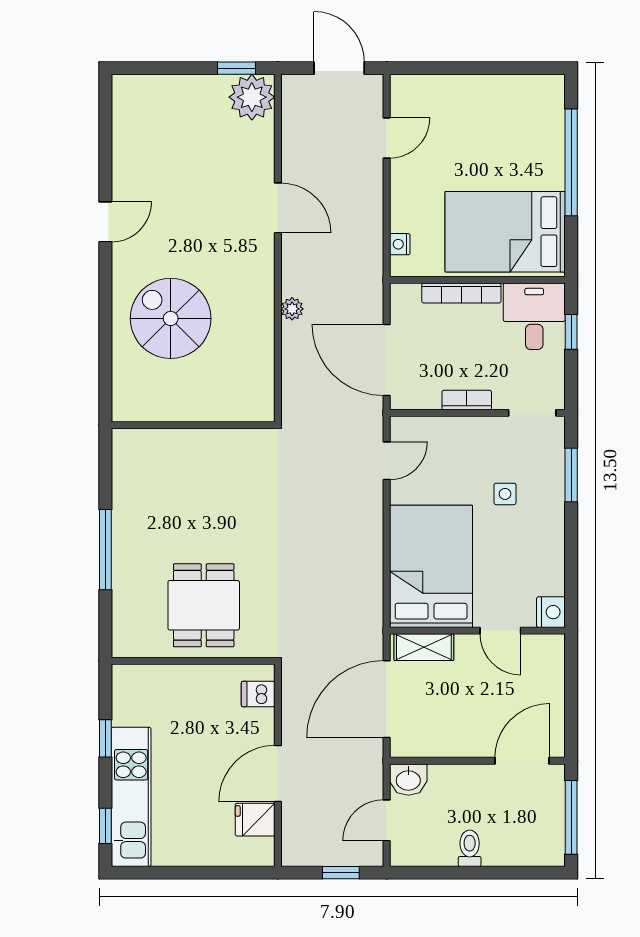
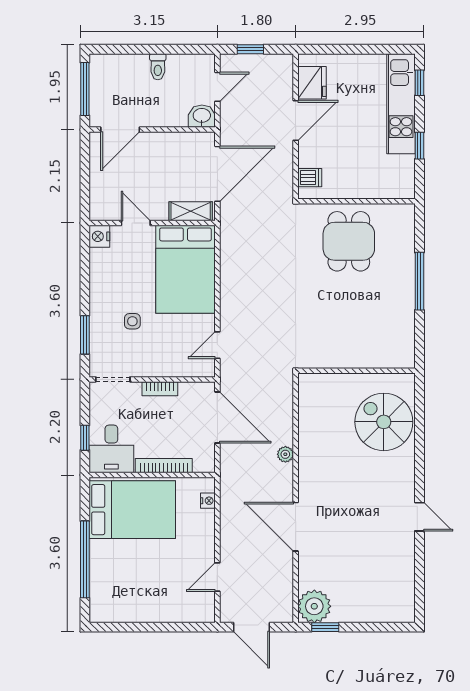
door: (278, 208) -> (296, 527), width x1.36
door: (105, 222) -> (419, 517), swing flipped
spiral stairs: (171, 318) -> (384, 422), moved, turned 180
fridge: (255, 820) -> (312, 83), width x1.38

